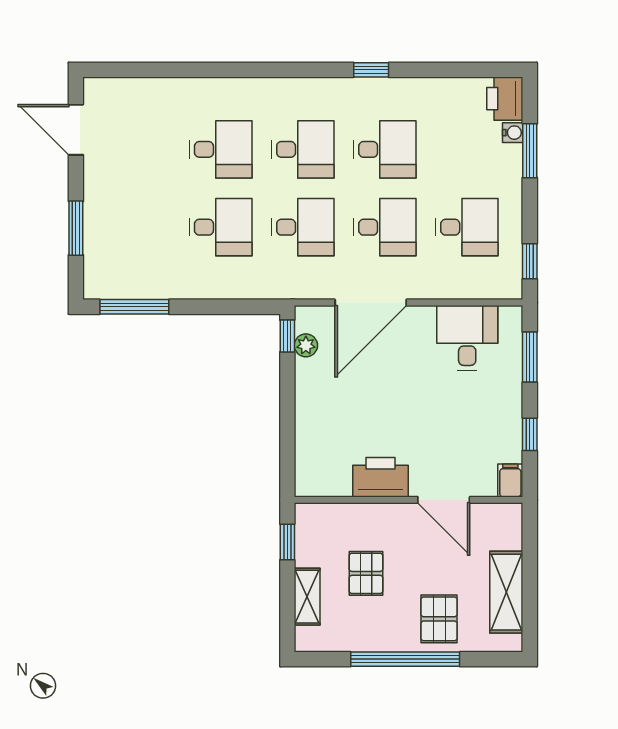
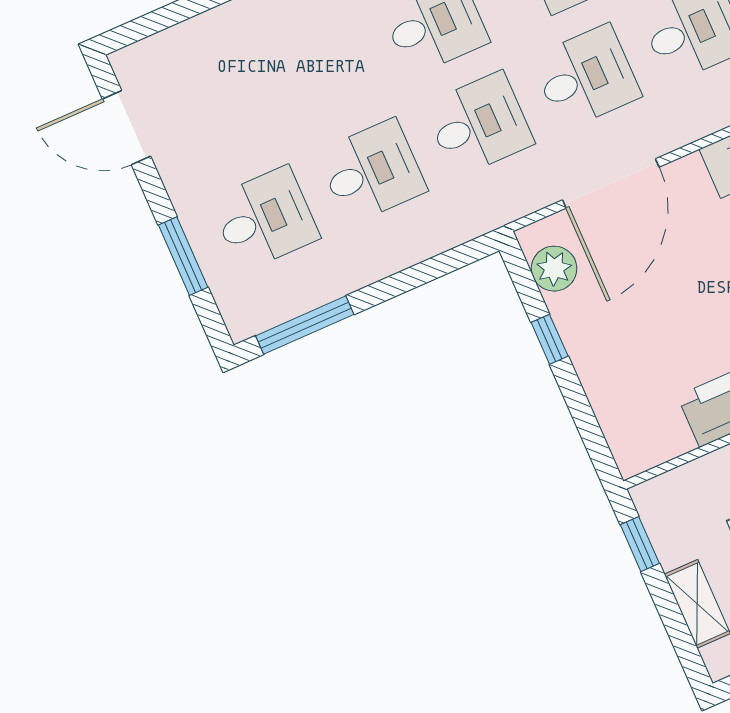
desk: (221, 149) -> (265, 219), moved
window: (287, 336) -> (550, 339), moved
plant: (306, 345) -> (554, 269), width x1.38, depth x1.38

